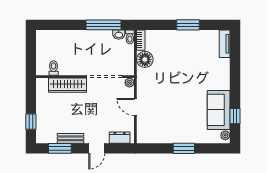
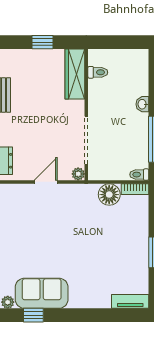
washbasin: (119, 35) -> (142, 104), moved
wardrobe: (67, 85) -> (75, 74), moved
window: (31, 122) -> (43, 42), moved

